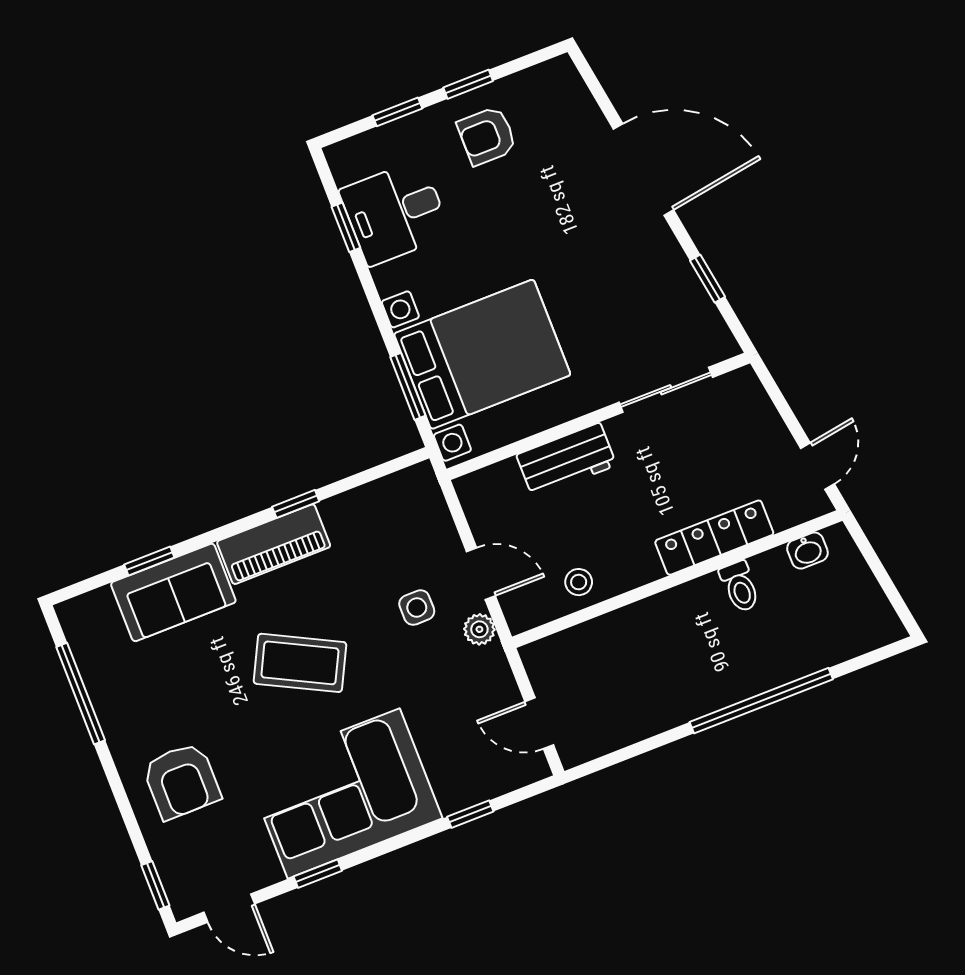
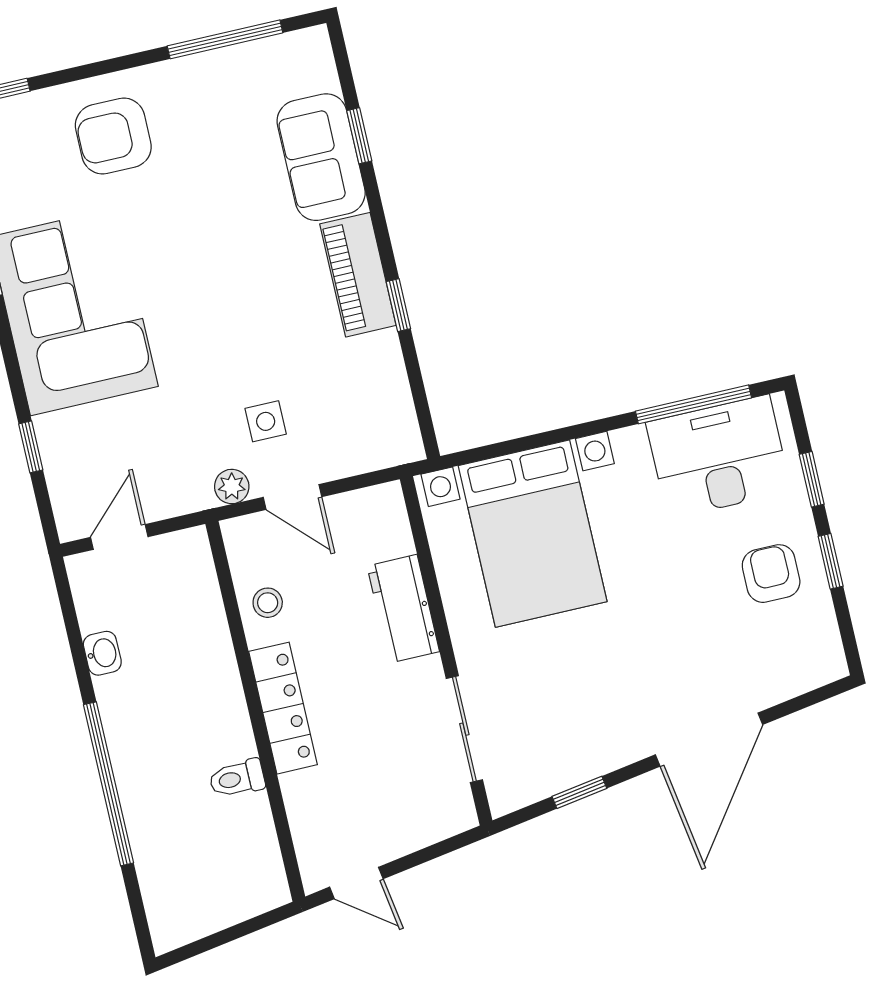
desk: (395, 213) -> (719, 457), width x1.37
window: (346, 227) -> (693, 404), width x2.17
window: (408, 386) -> (509, 447), removed
locker: (714, 538) -> (283, 708), moved
washbasin: (807, 551) -> (102, 653), moved, turned 180
door: (481, 574) -> (292, 497), hinge flipped
coffee table: (300, 663) -> (224, 285), removed

